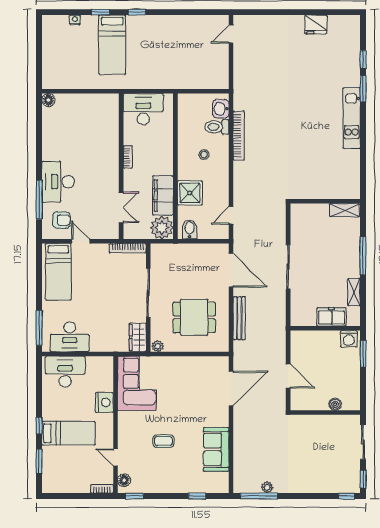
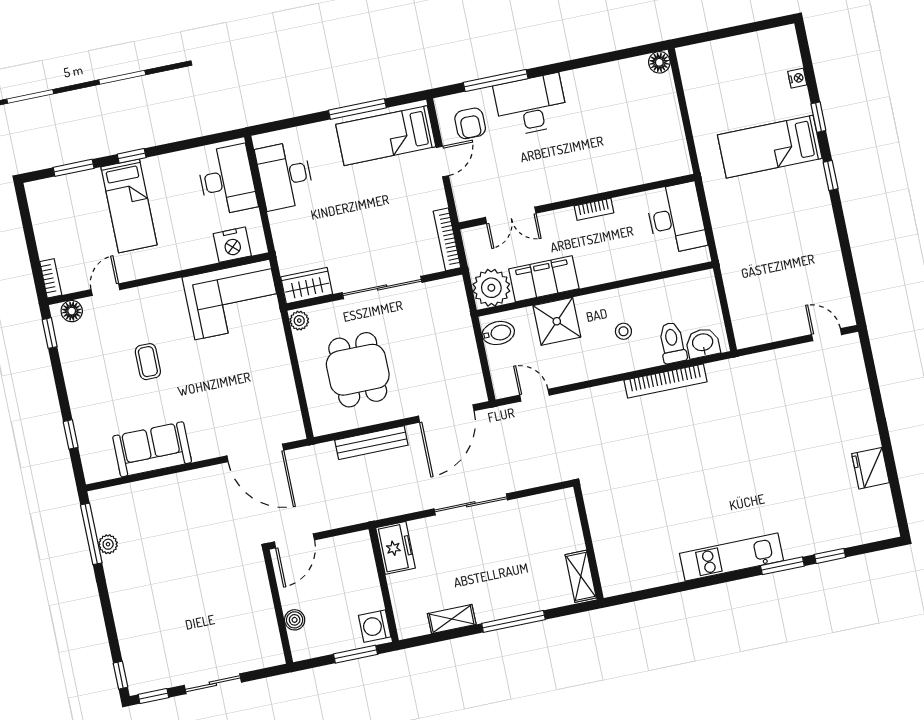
freezer: (331, 317) -> (396, 548), moved
window: (39, 328) -> (357, 109), moved
nightstand: (104, 403) -> (232, 245), moved
boiler: (335, 404) -> (295, 620), moved
wall: (325, 413) -> (278, 607), moved

